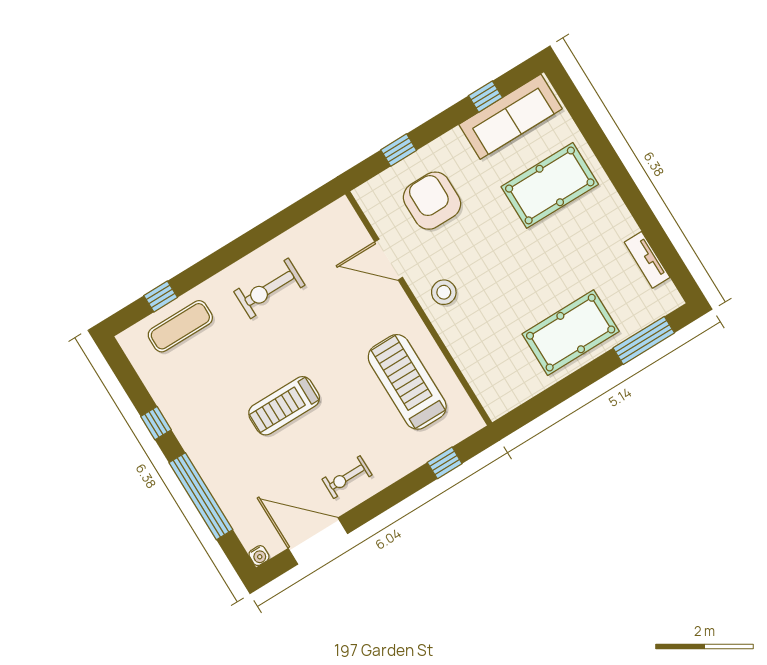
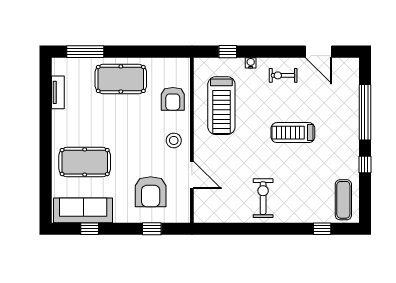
exercise bike: (269, 288) -> (263, 198), turned -90
exercise mat: (180, 326) -> (343, 200), moved, turned 90
armchair: (481, 350) -> (173, 99), added
treadmill: (284, 406) -> (293, 133), turned 180
exercise bike: (347, 477) -> (283, 75), turned 180
door: (318, 541) -> (319, 52), width x0.73
water cooler: (259, 556) -> (251, 63), moved

